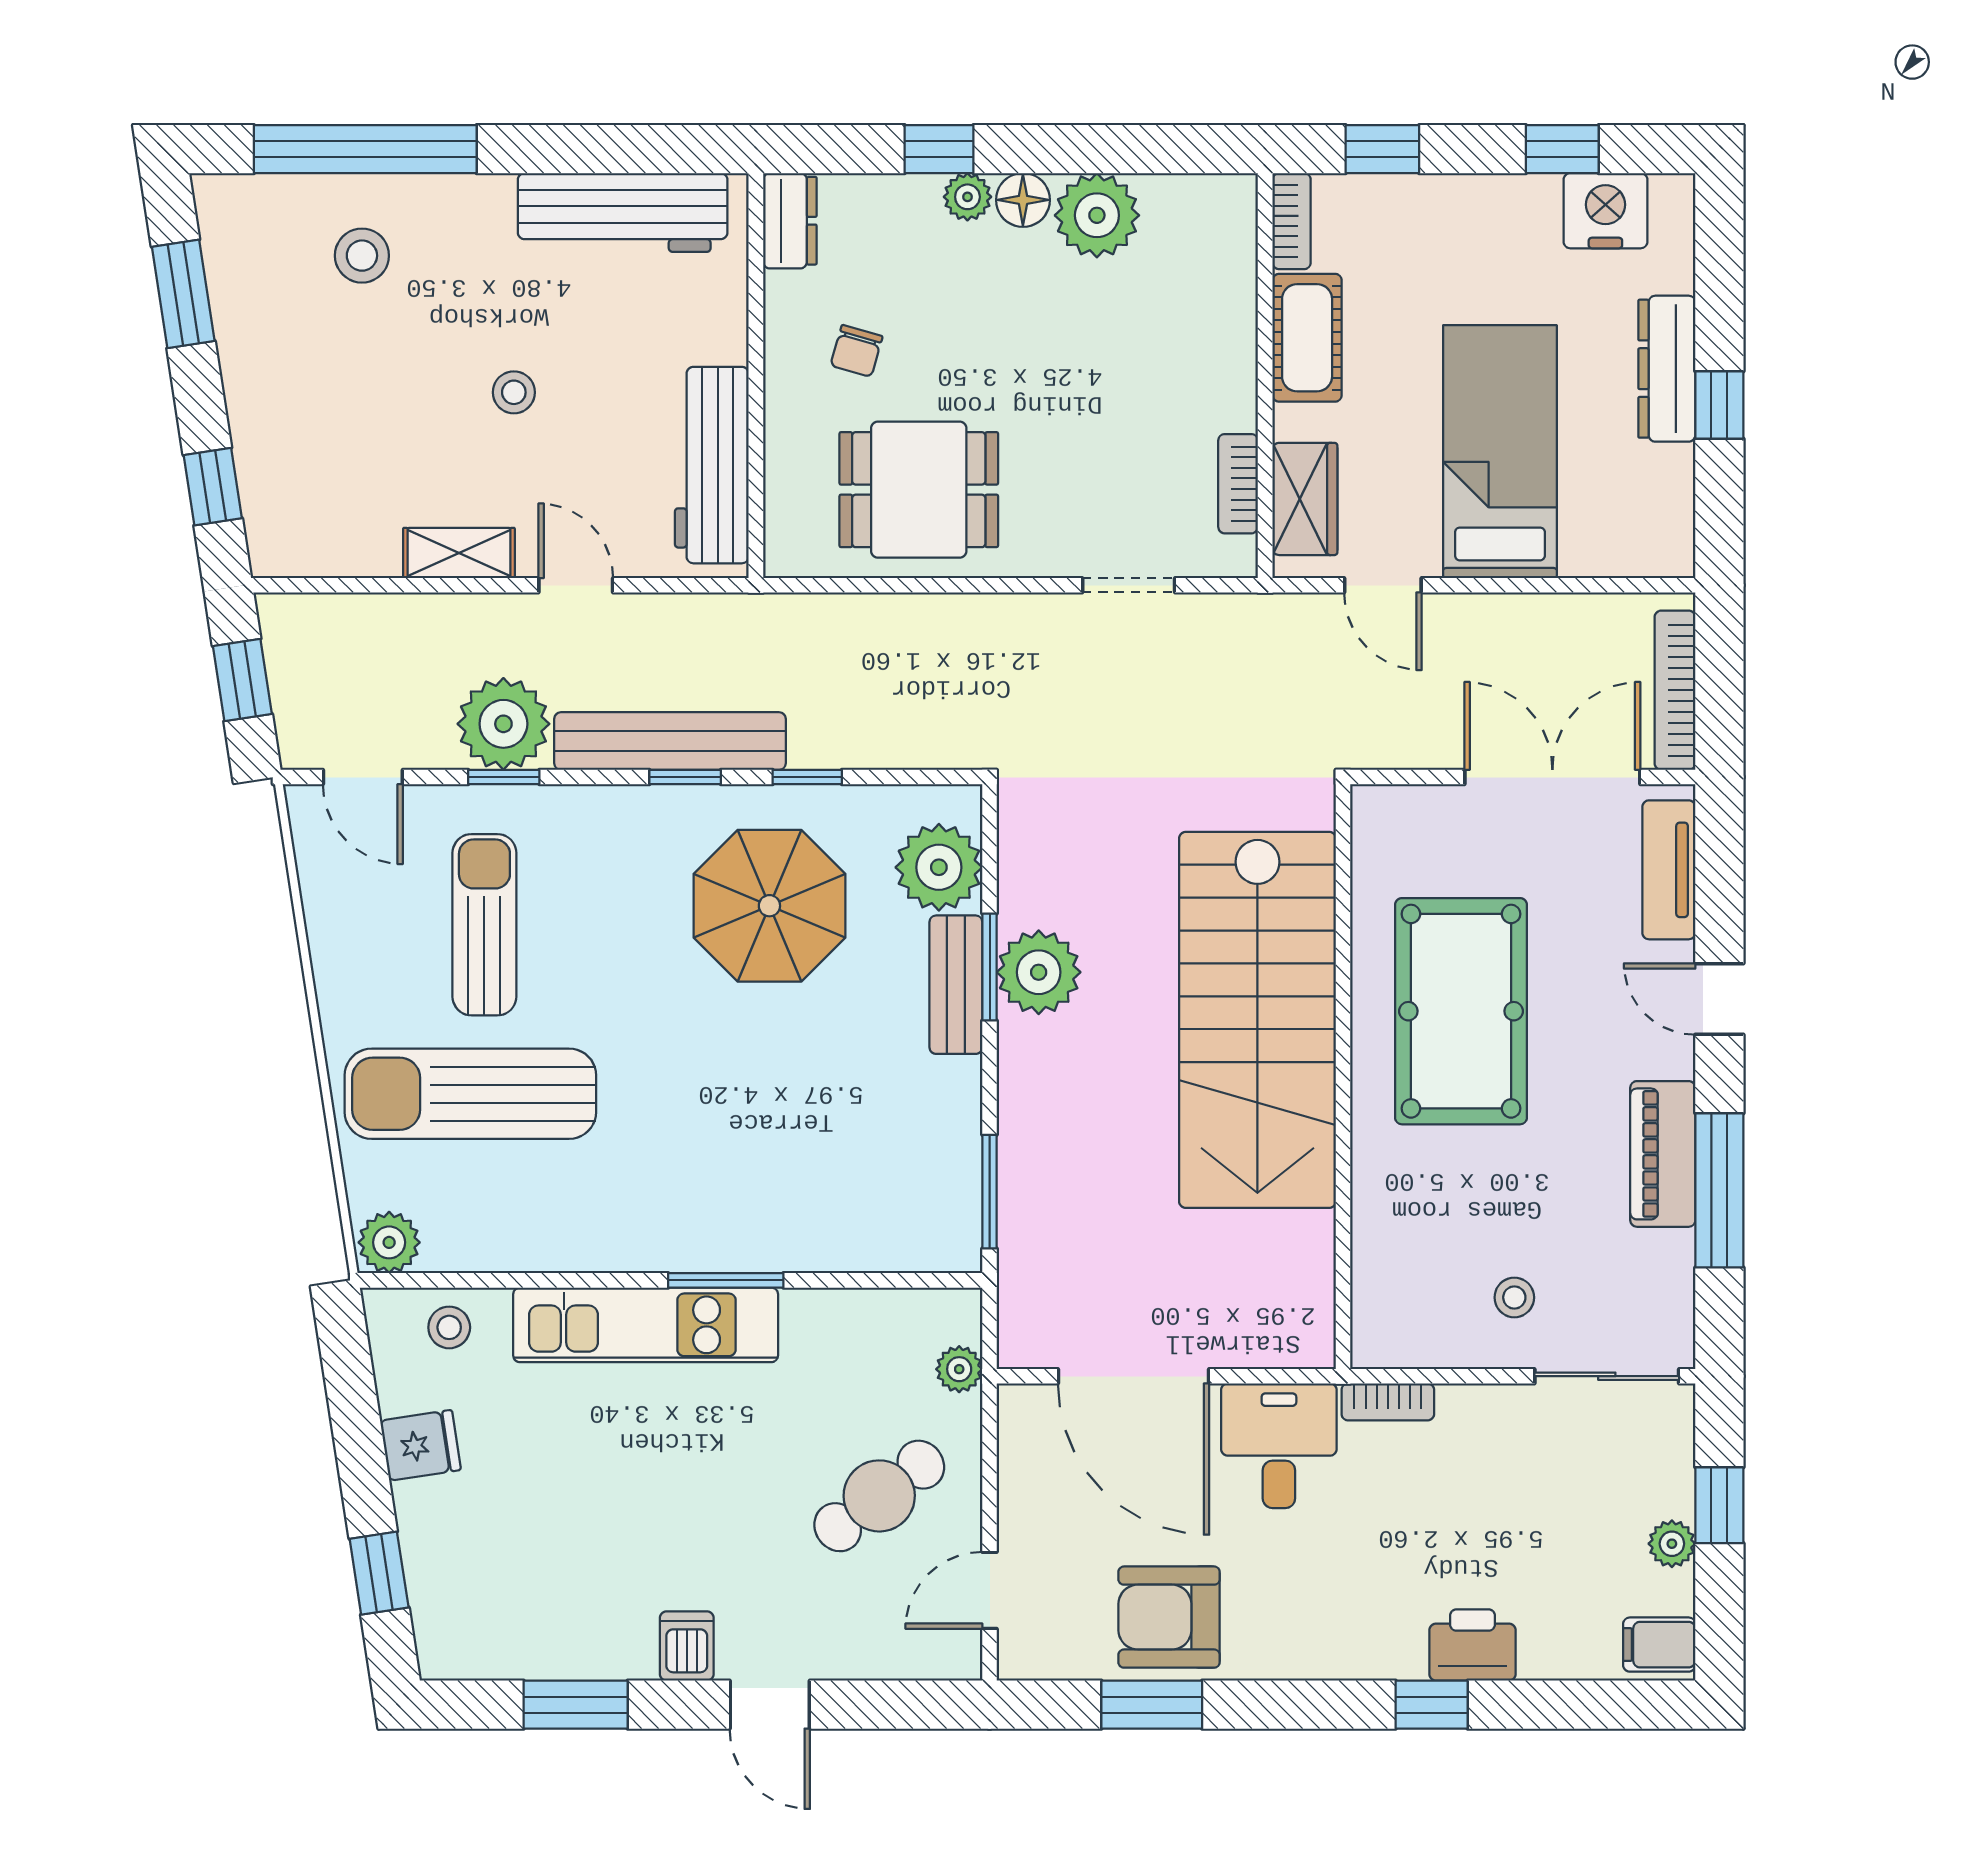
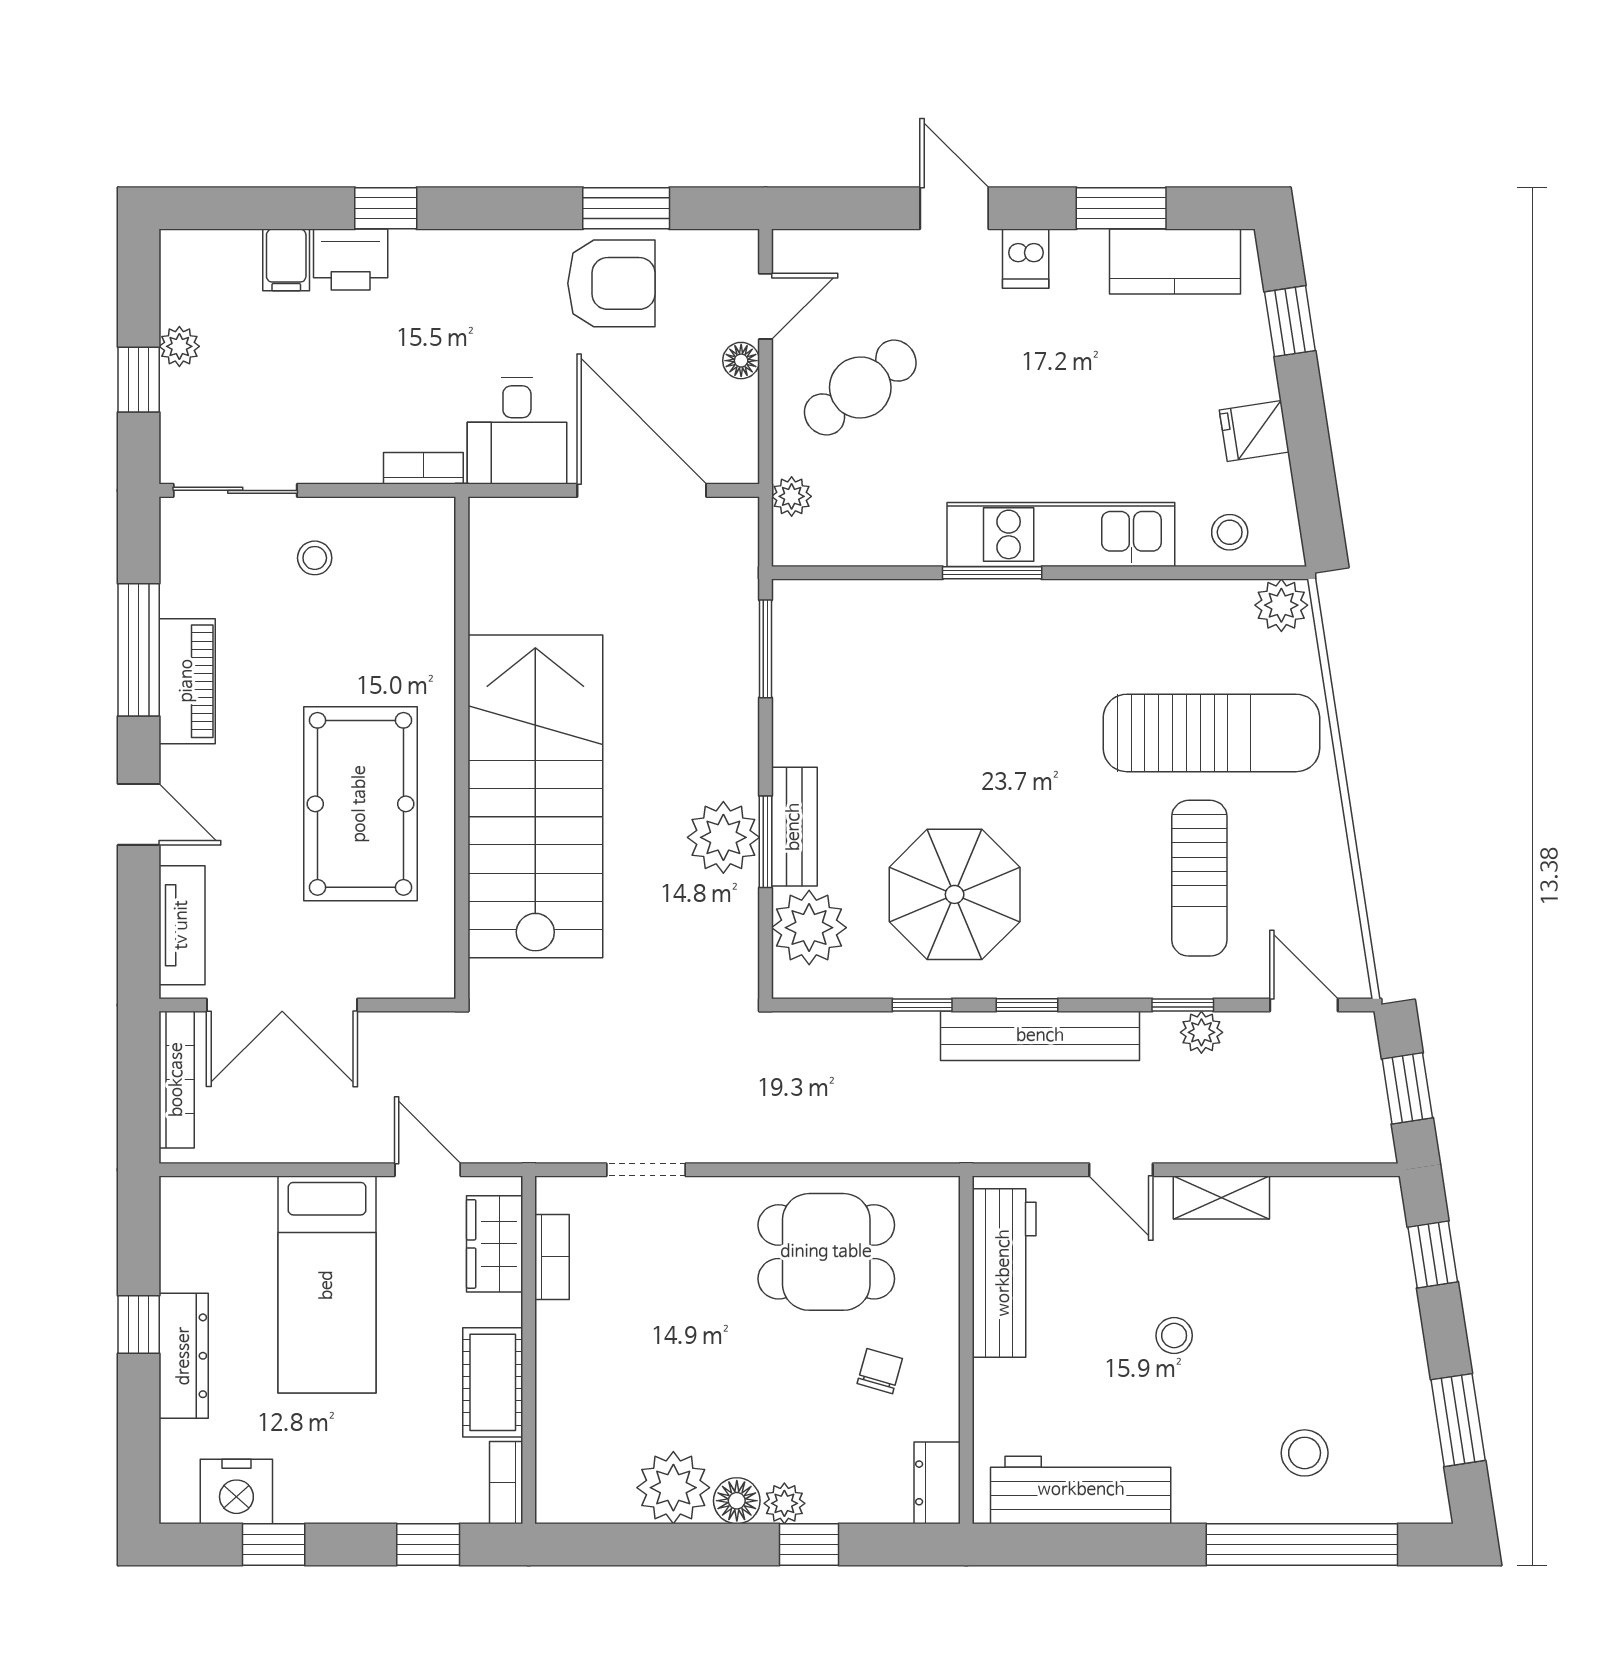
plant: (503, 724) -> (1201, 1032), width x0.53, depth x0.53
floor lamp: (1018, 1527) -> (741, 361), added
kitchen counter: (513, 1643) -> (1175, 262), added
filing cabinet: (1659, 1645) -> (286, 260), moved, turned 90

